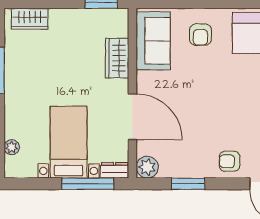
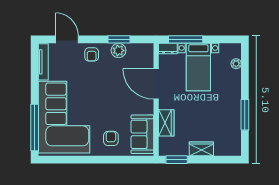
wardrobe: (30, 19) -> (201, 149), moved
armchair: (230, 161) -> (92, 54), turned 90
plant: (147, 167) -> (119, 51), moved

